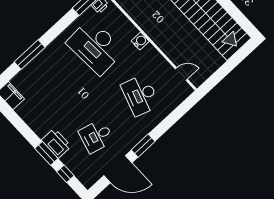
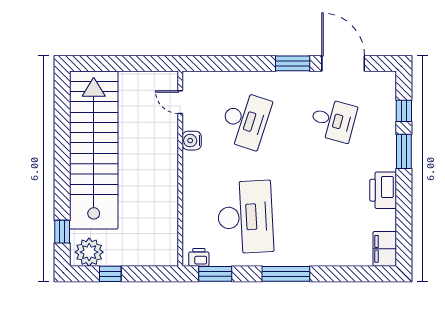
water cooler: (140, 41) -> (192, 141), moved
window: (30, 55) -> (286, 274), moved
printer: (56, 143) -> (383, 190), moved

